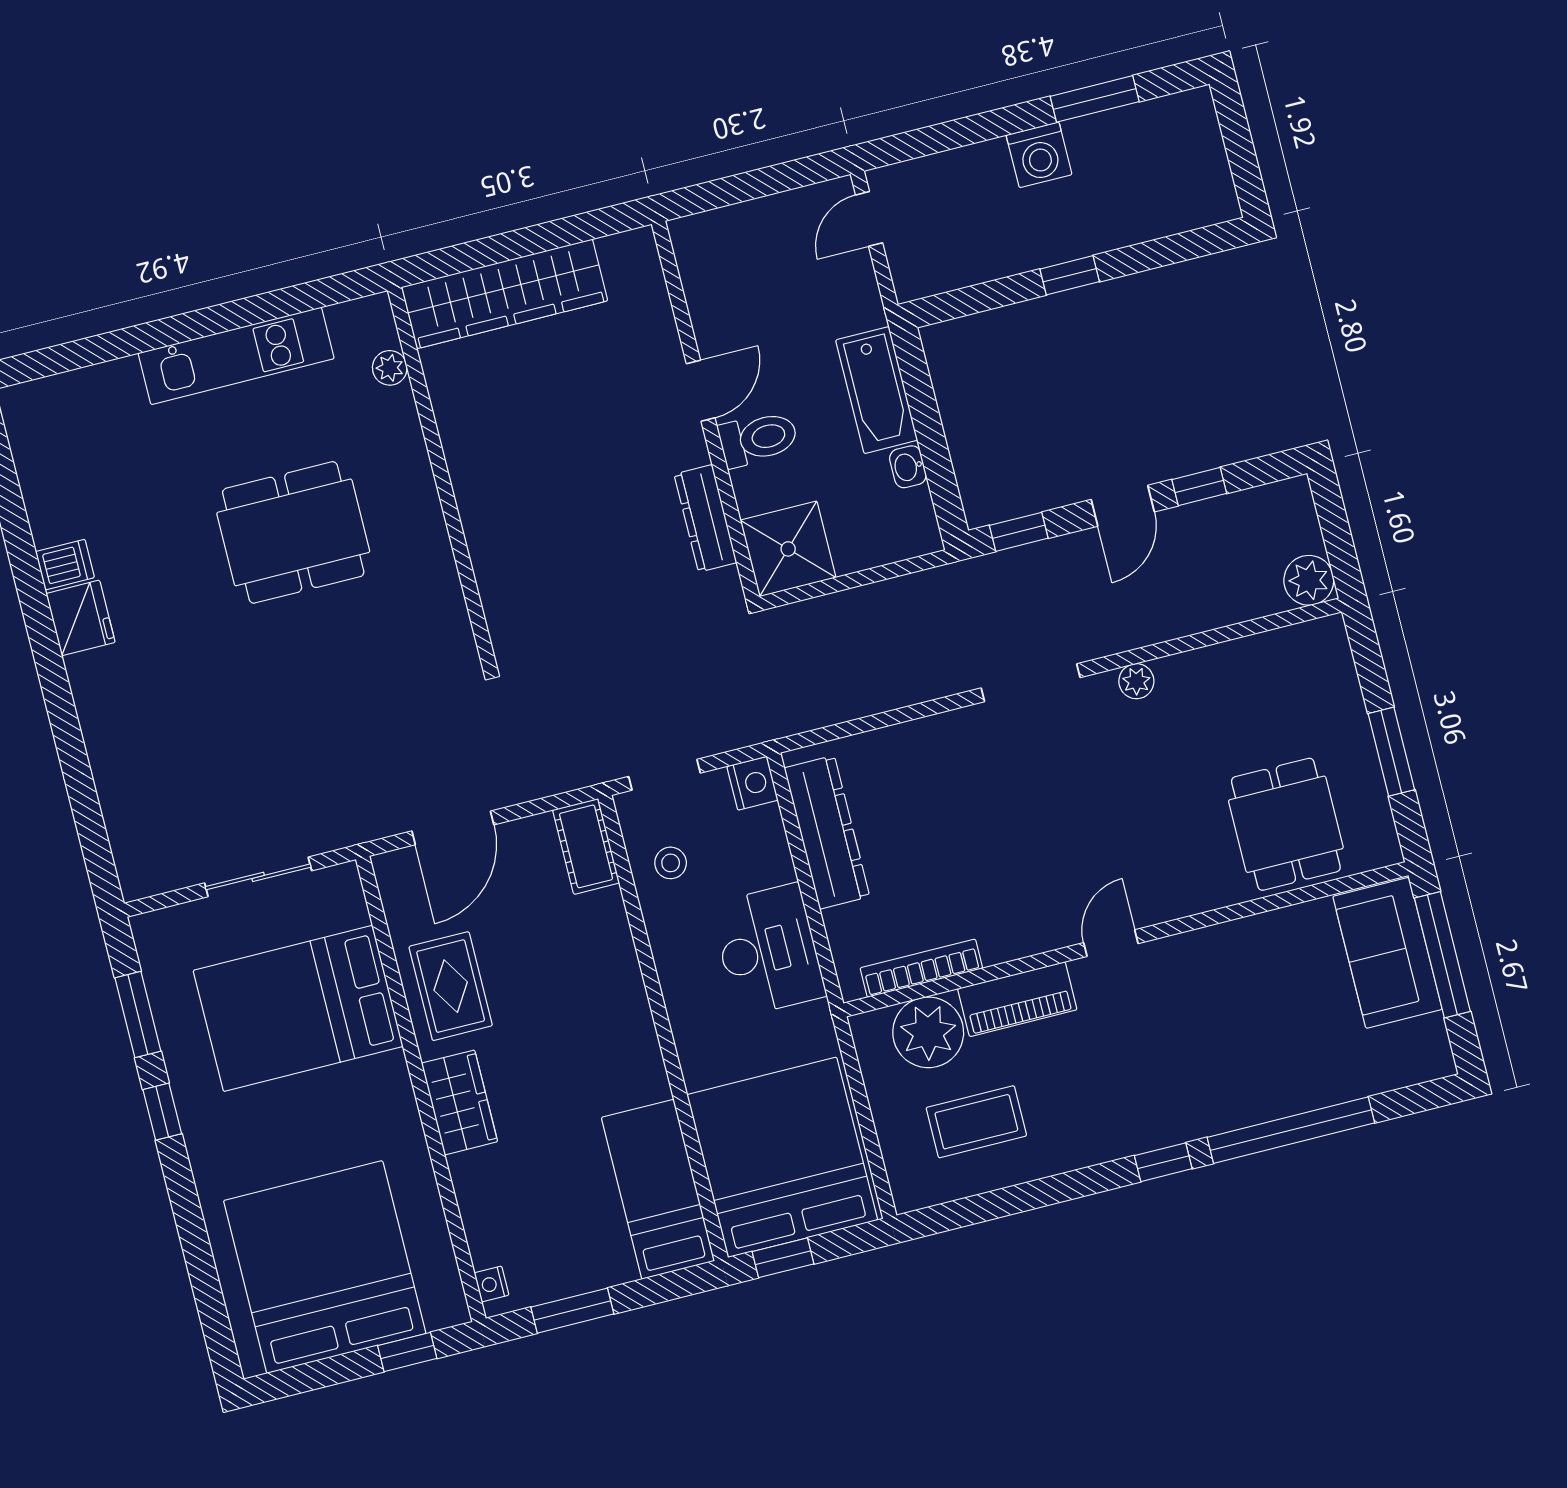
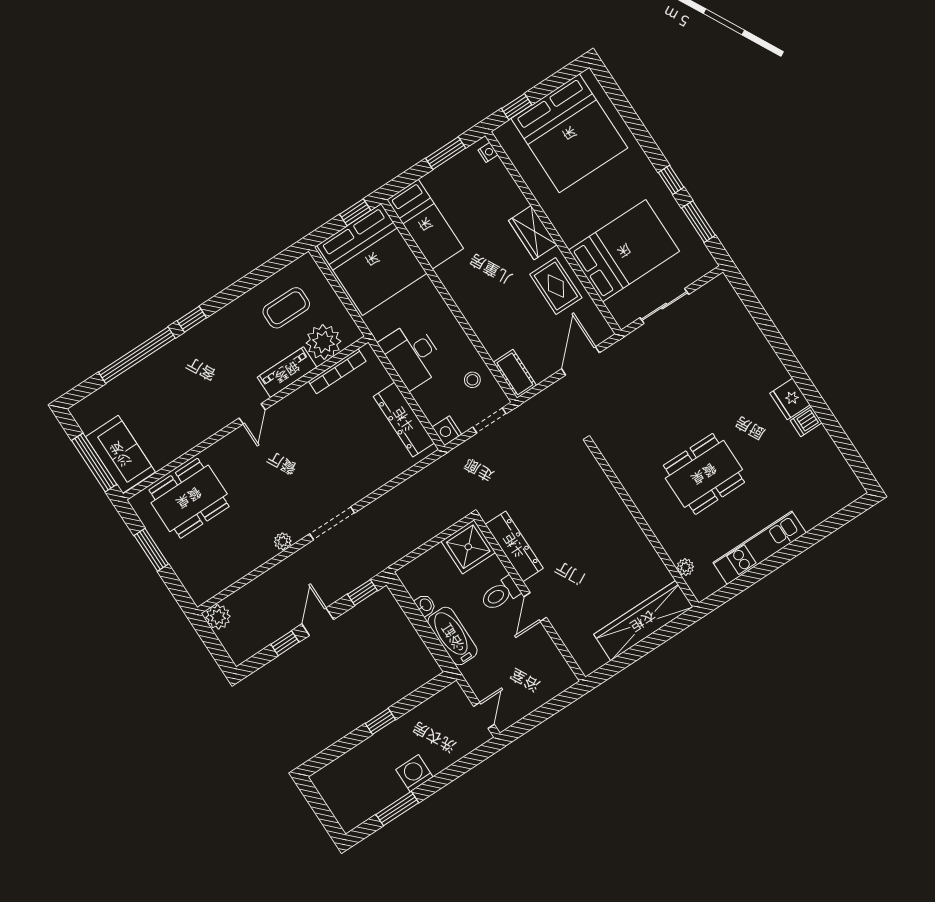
dresser: (705, 518) -> (514, 546), width x1.37, depth x1.24
dining table: (1286, 824) -> (189, 498), width x1.38

